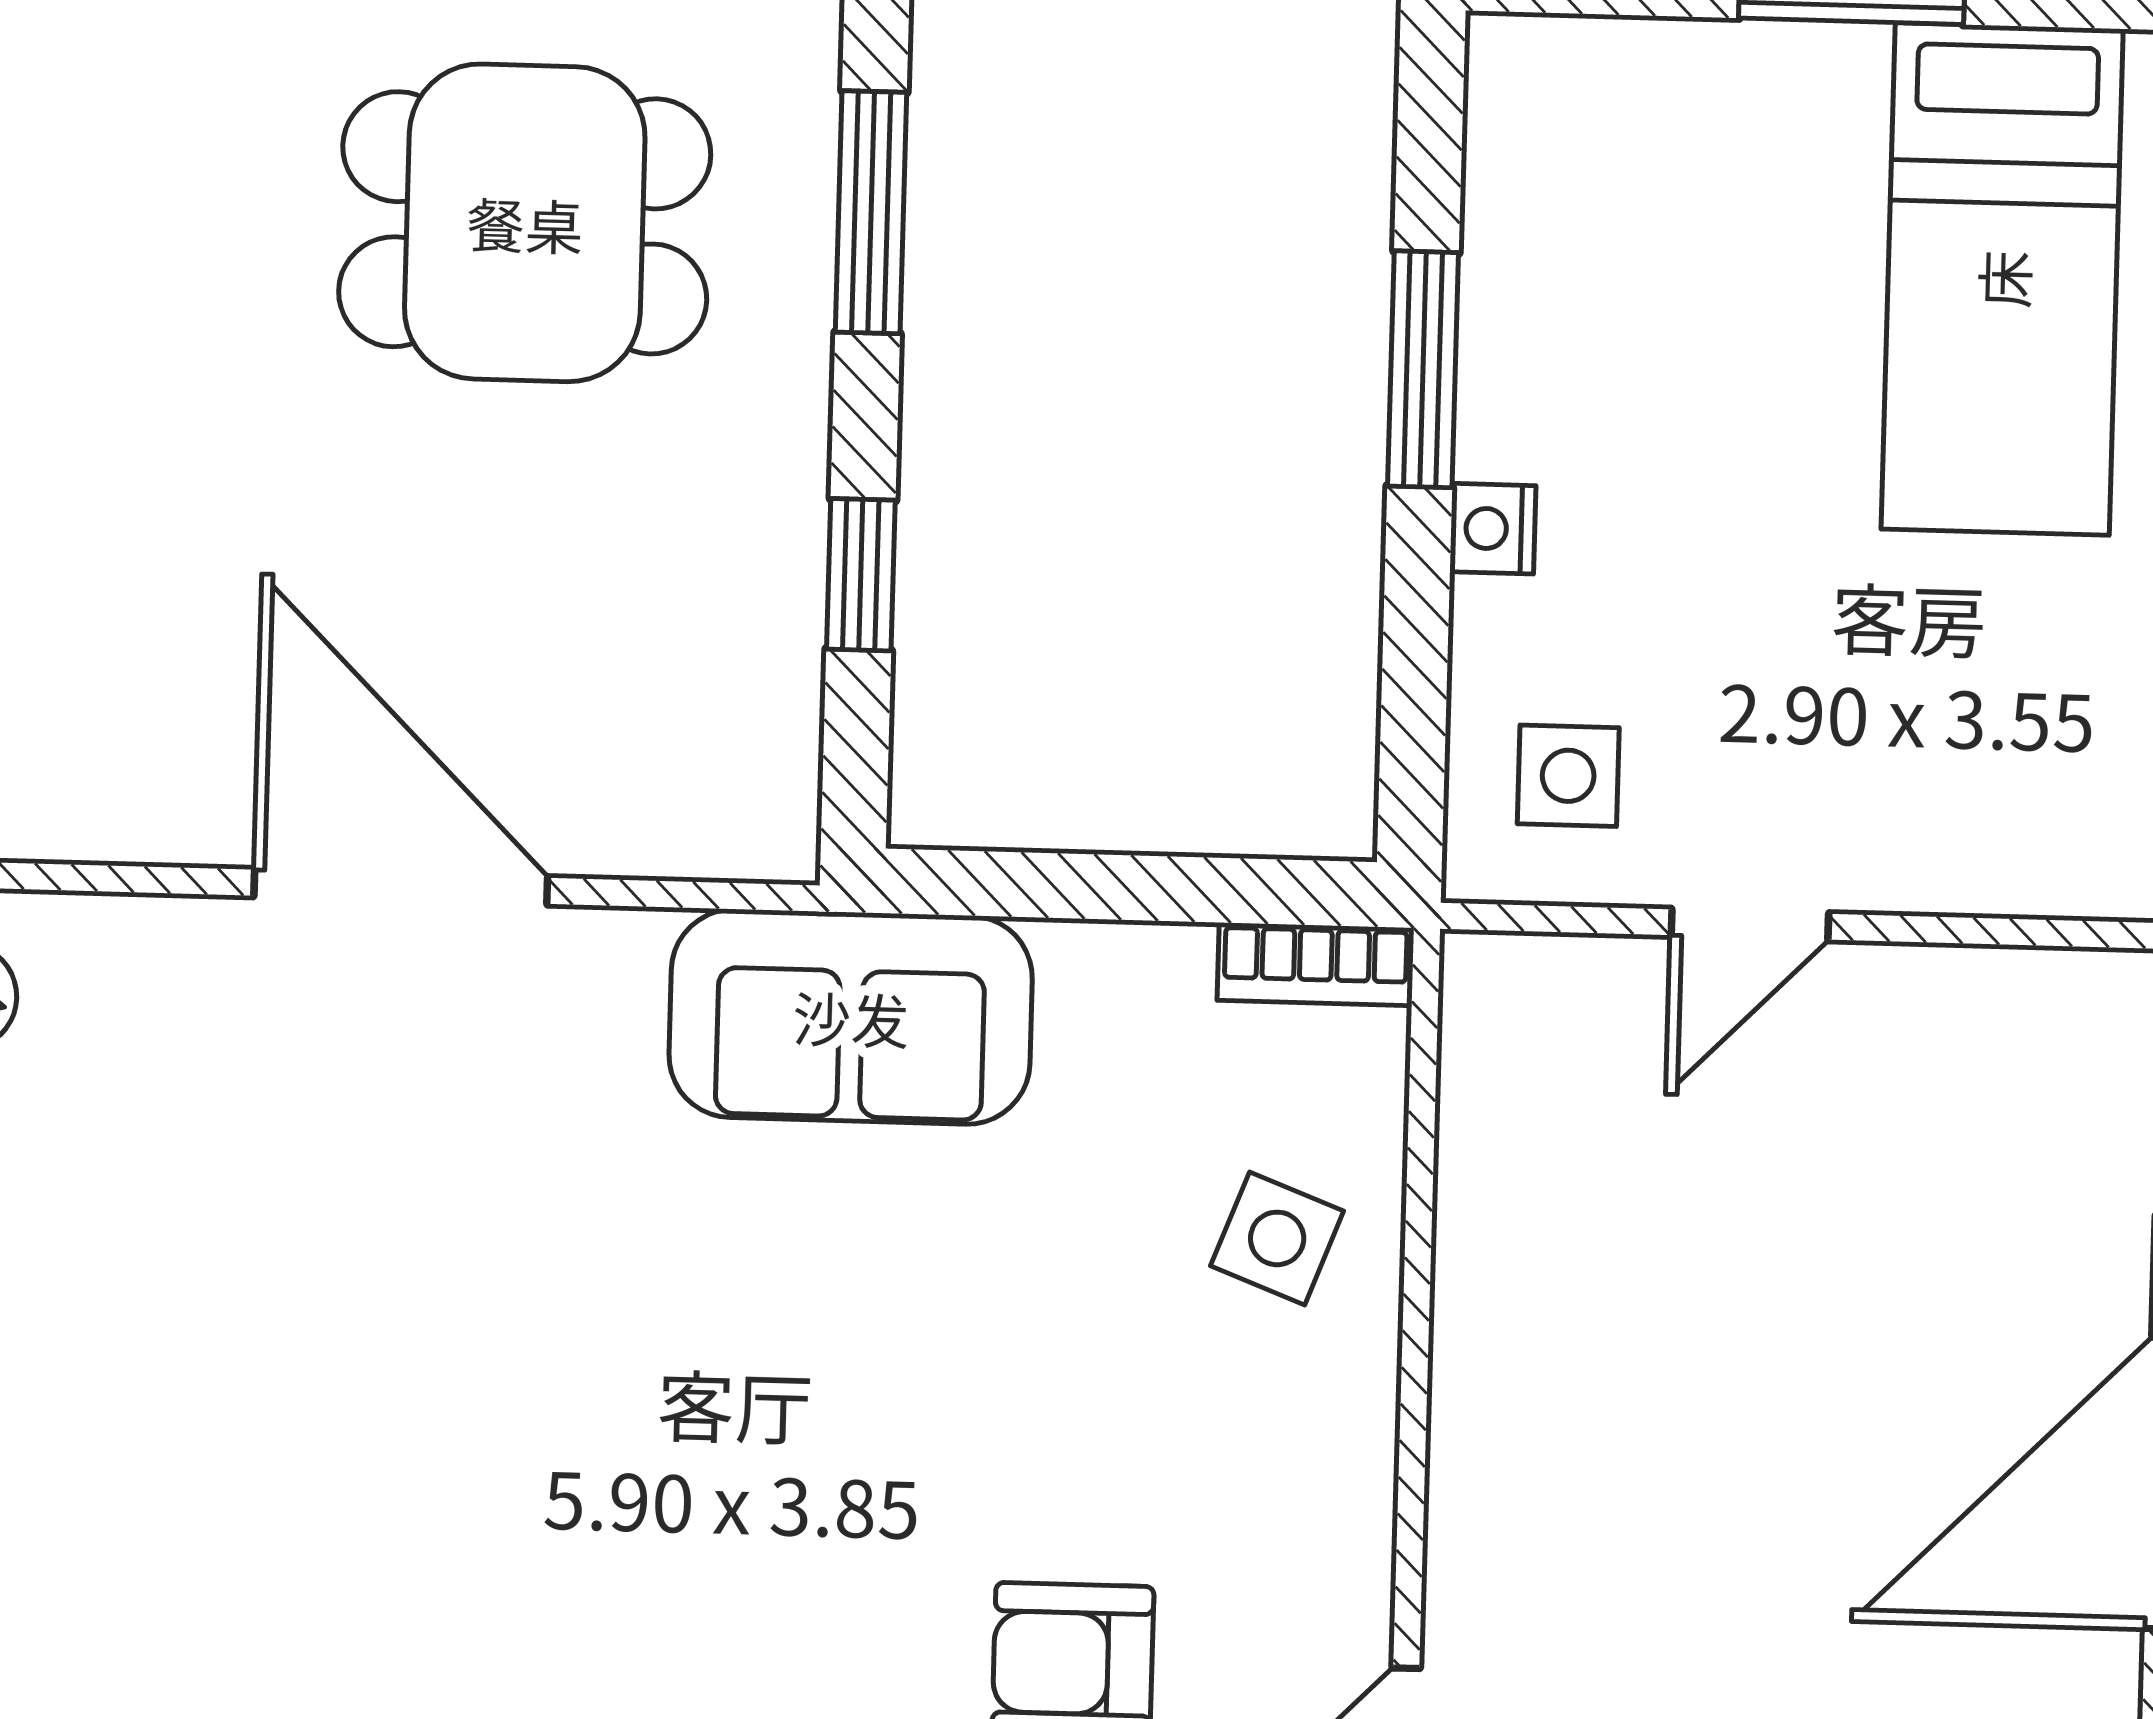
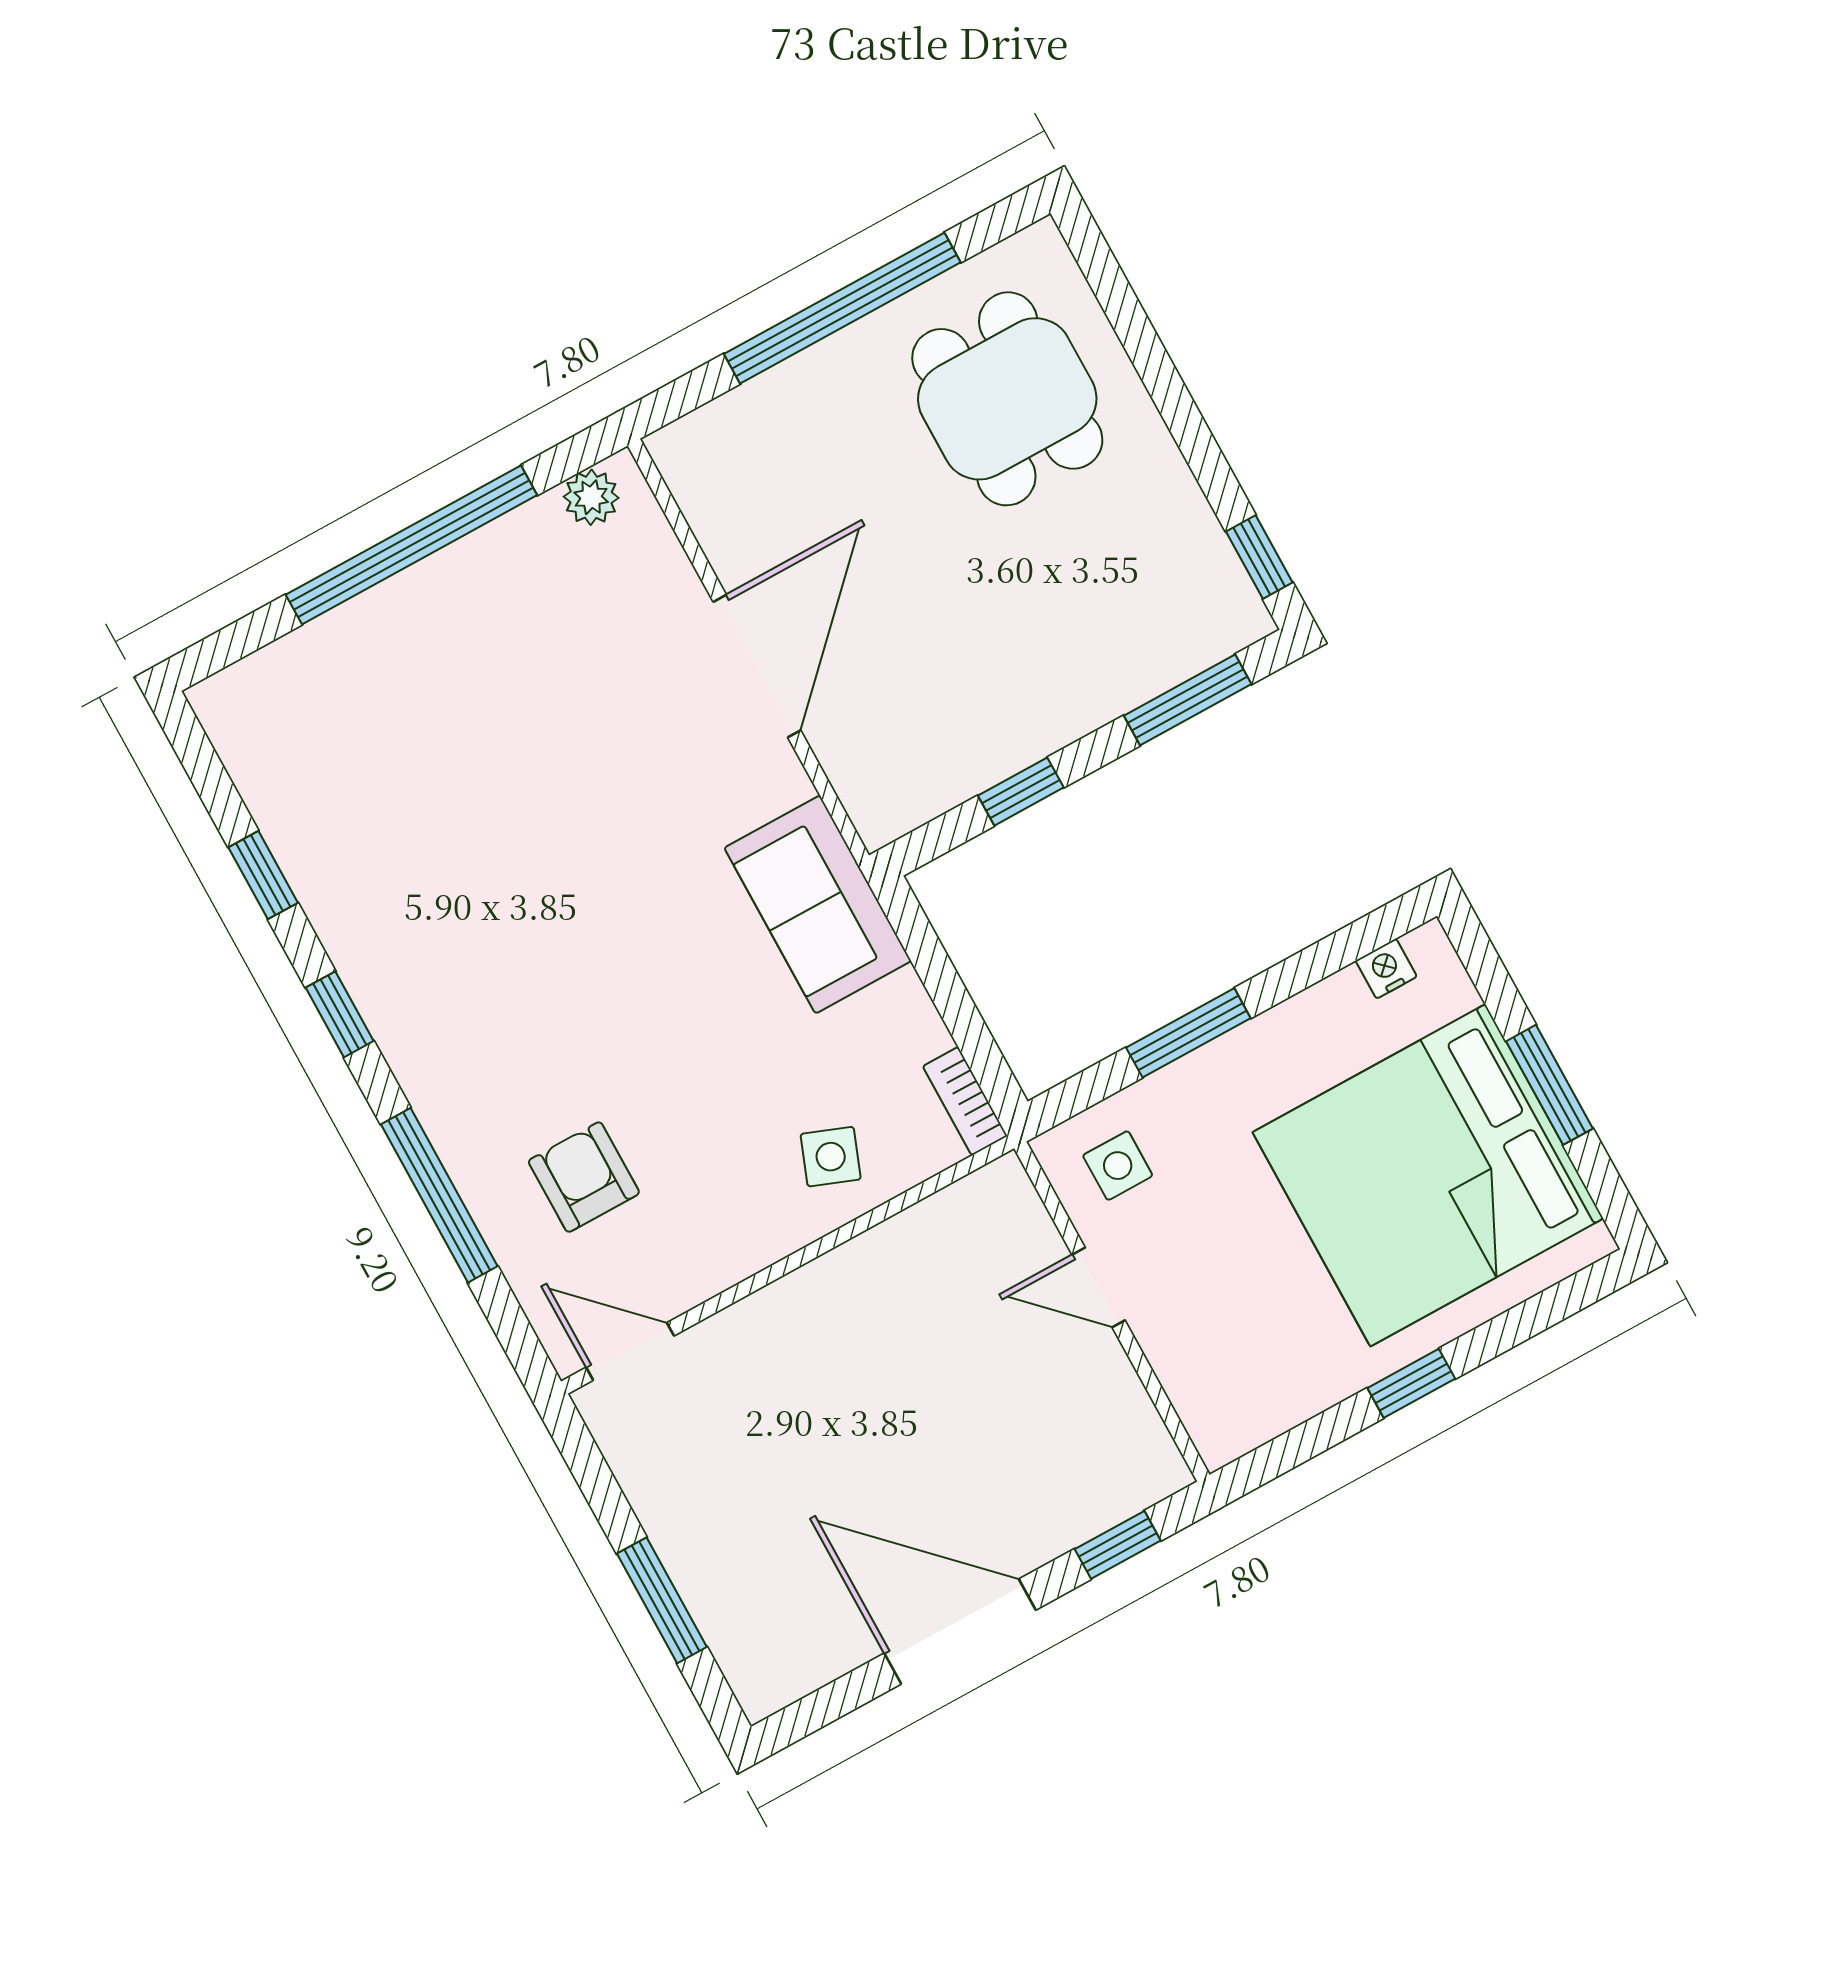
dining table: (525, 223) -> (1007, 399), moved
bed: (2002, 279) -> (1428, 1175), width x2.04
window: (1423, 369) -> (1188, 1033), moved
nightstand: (1493, 529) -> (1386, 969), moved

